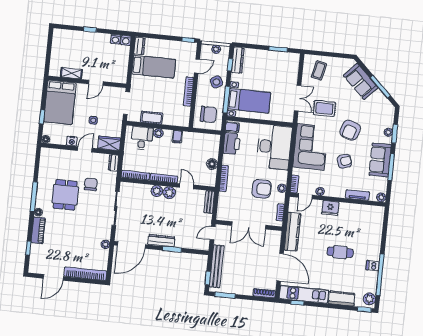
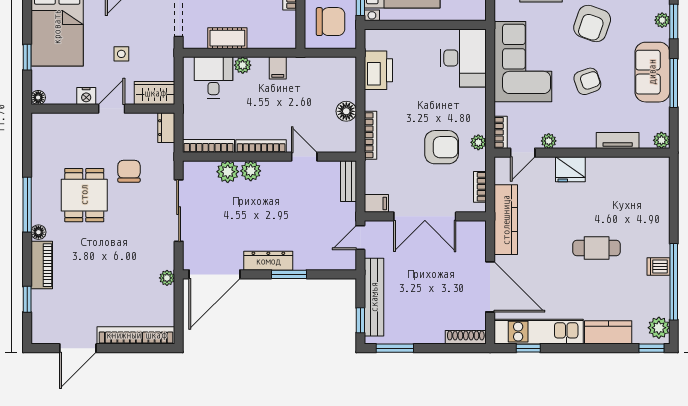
filing cabinet: (232, 127) -> (376, 203), moved
desk: (274, 147) -> (463, 58), width x0.73, depth x0.77
plant: (169, 193) -> (228, 172), moved

